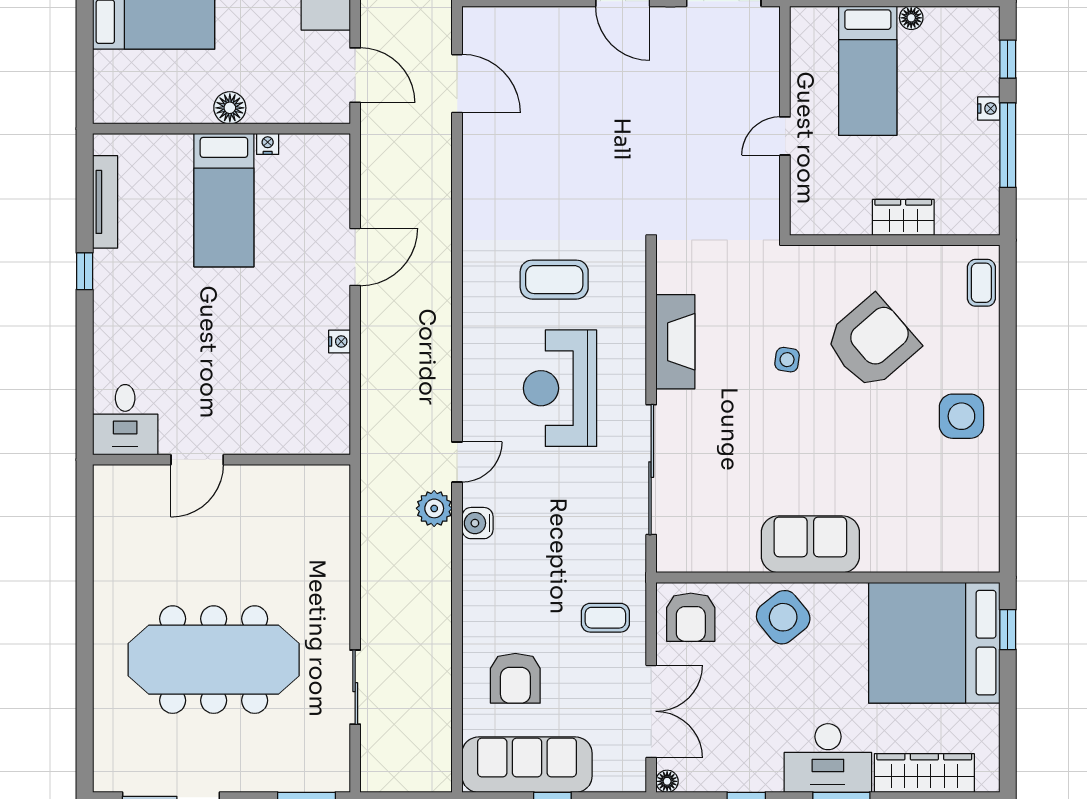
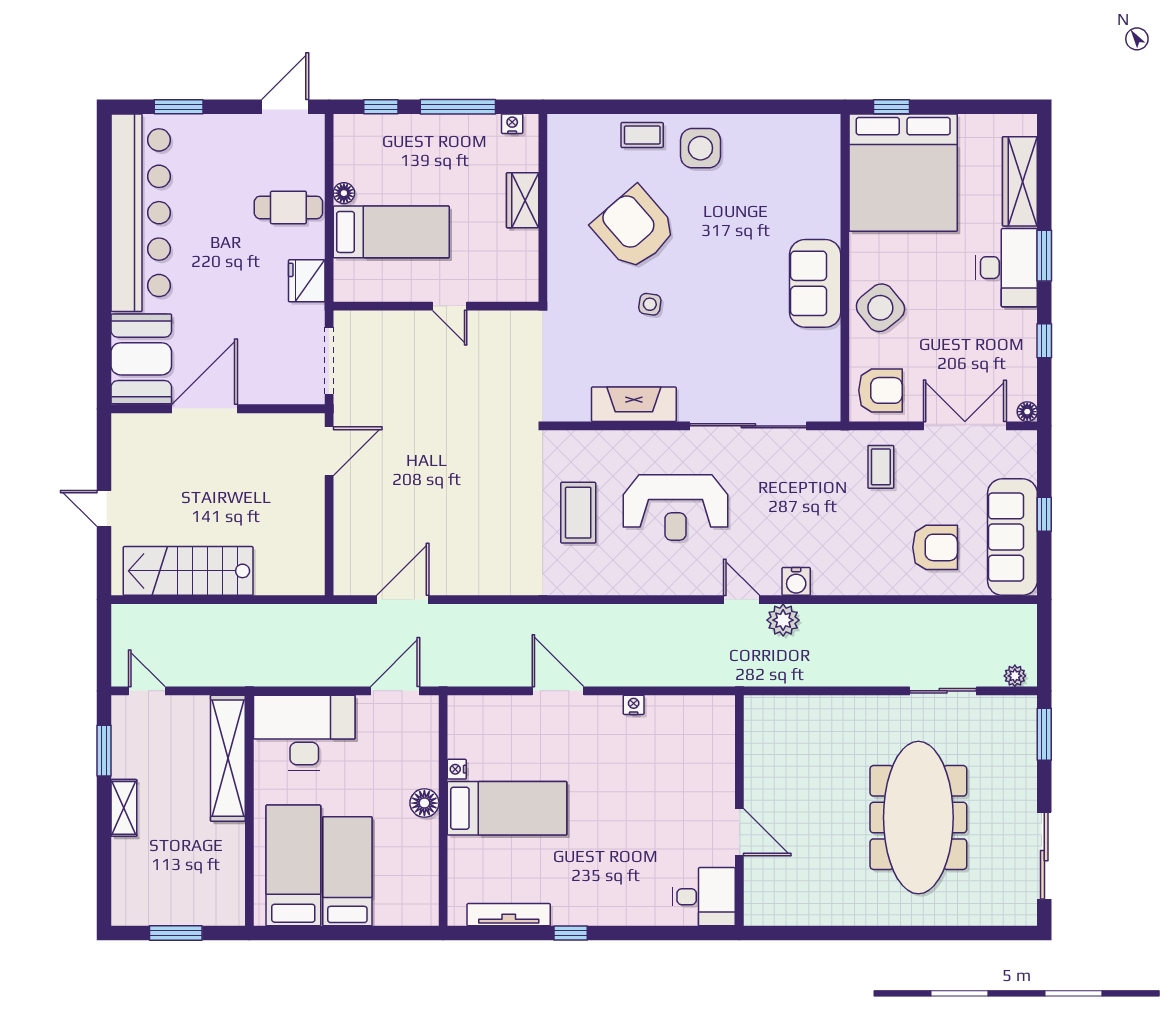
nightstand: (989, 108) -> (512, 124), moved
coffee table: (981, 283) -> (642, 135), moved
plant: (372, 767) -> (1015, 676), added

